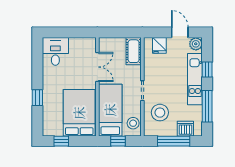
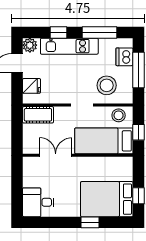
bed: (79, 113) -> (107, 199), moved

